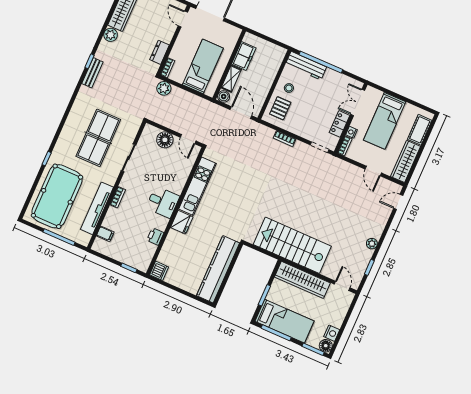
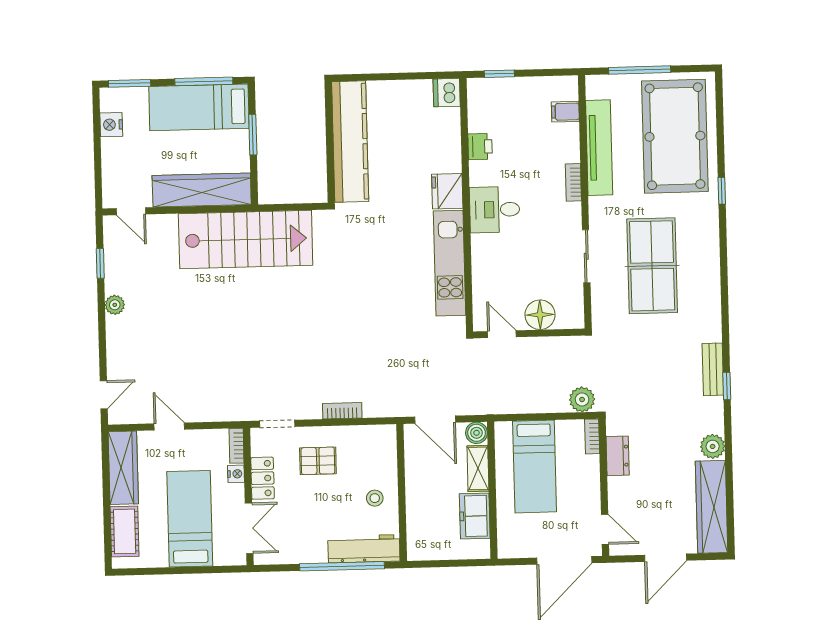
pallet: (280, 108) -> (318, 461), moved, turned 90
floor lamp: (326, 346) -> (111, 99), removed

